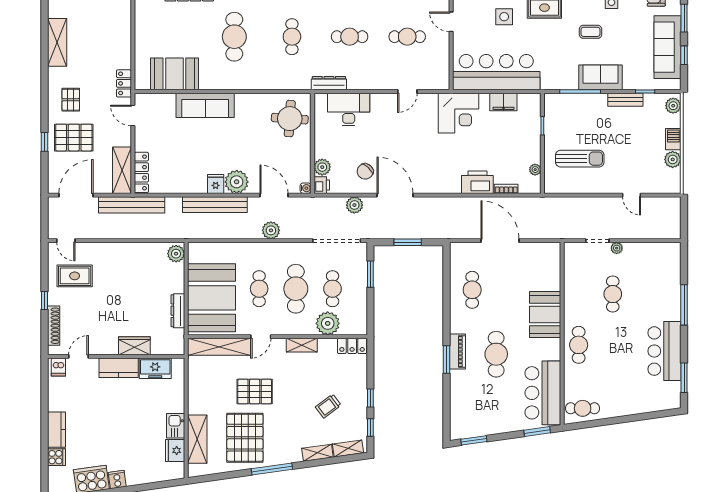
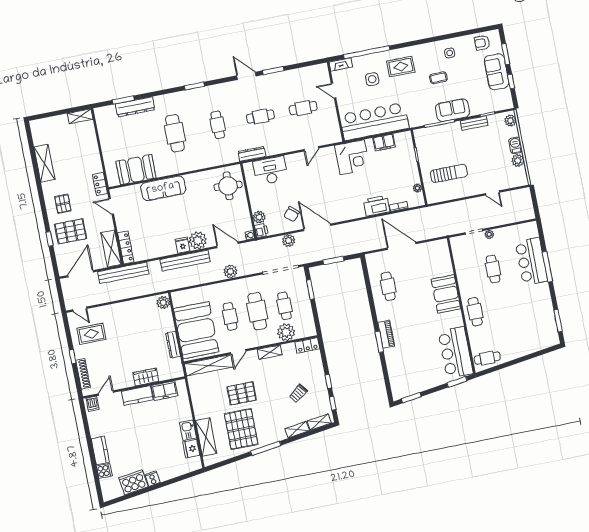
sofa: (668, 47) -> (497, 72), width x0.73
bar counter: (665, 351) -> (531, 261), moved
cafe table: (496, 354) -> (415, 331), removed

